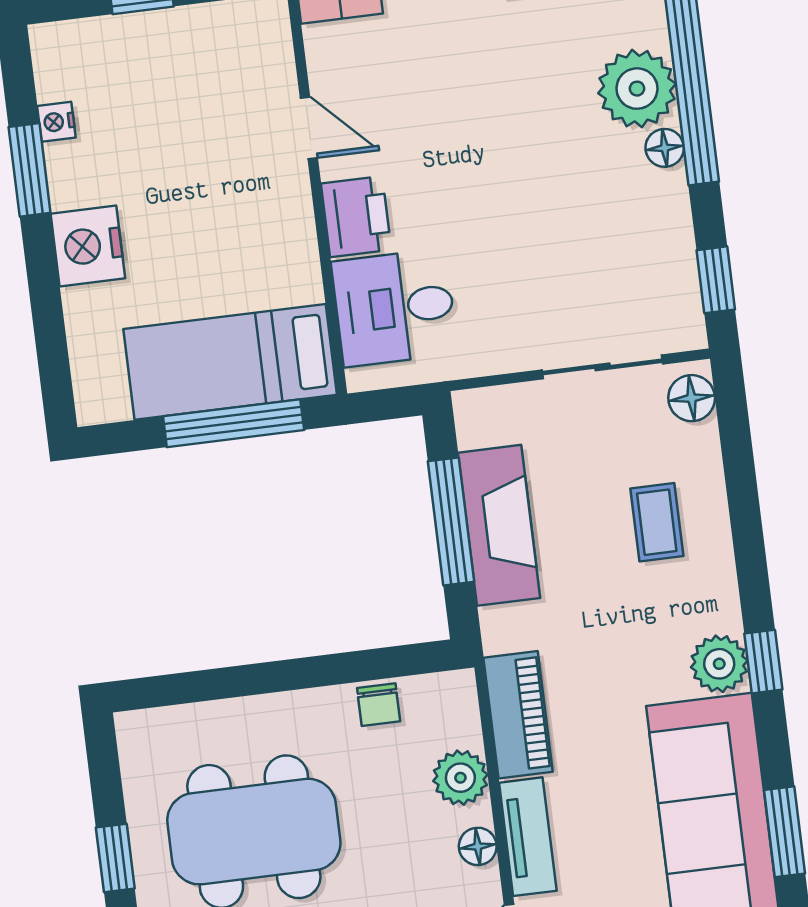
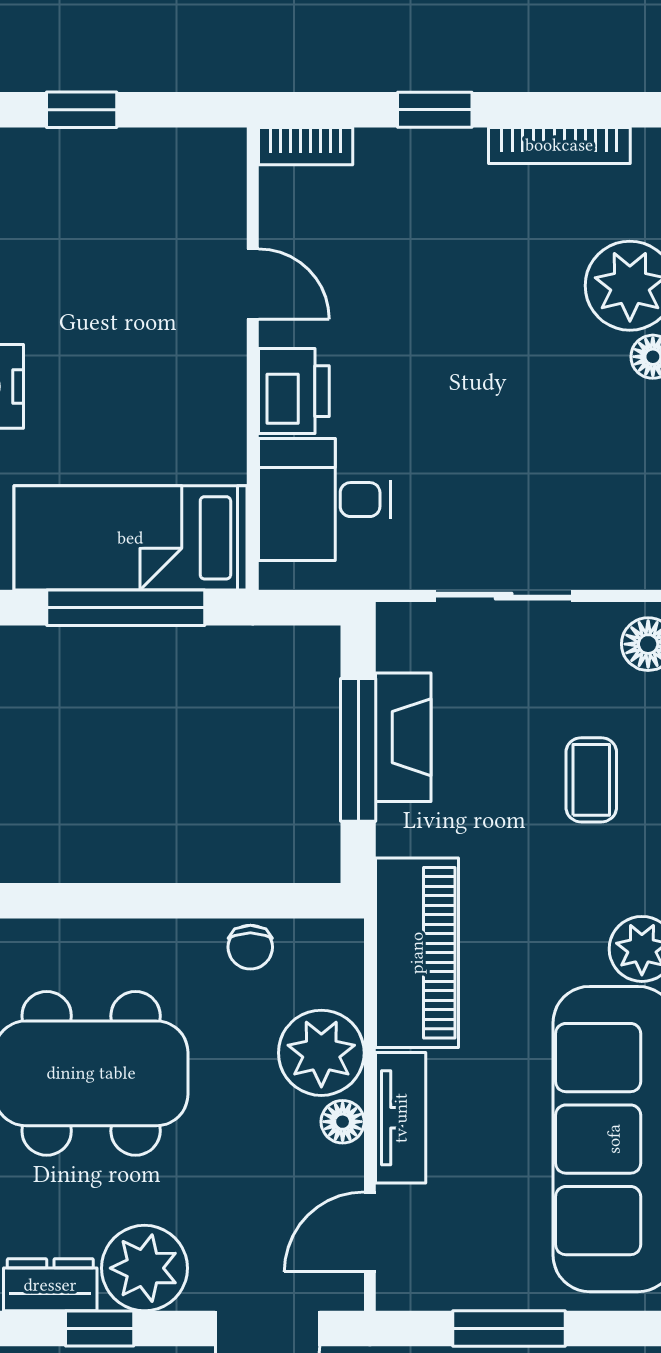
sliding door: (602, 367) -> (504, 596), moved
fireplace: (499, 525) -> (403, 737), width x0.73, depth x0.76
piano: (518, 715) -> (417, 953), width x1.37, depth x1.33
plant: (460, 778) -> (321, 1053), width x1.36, depth x1.36

